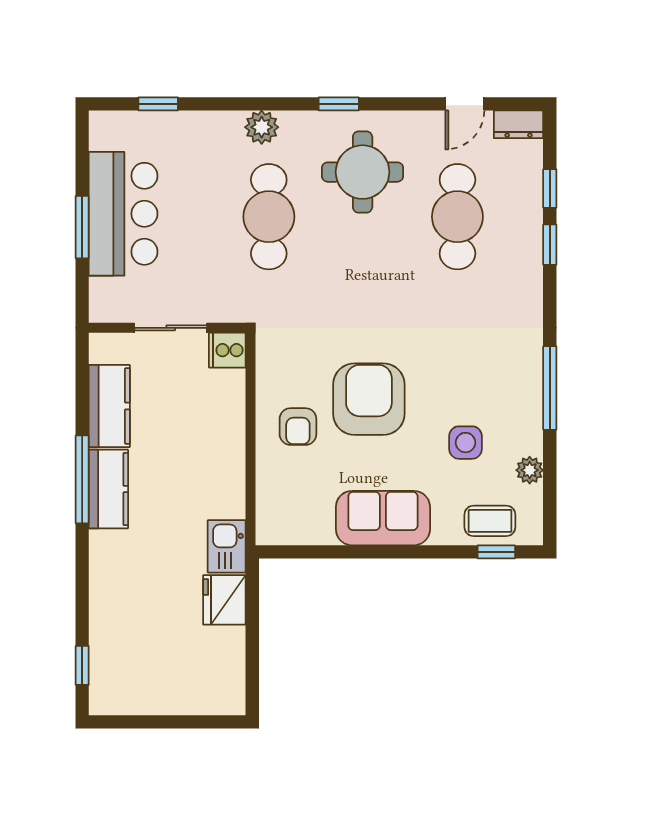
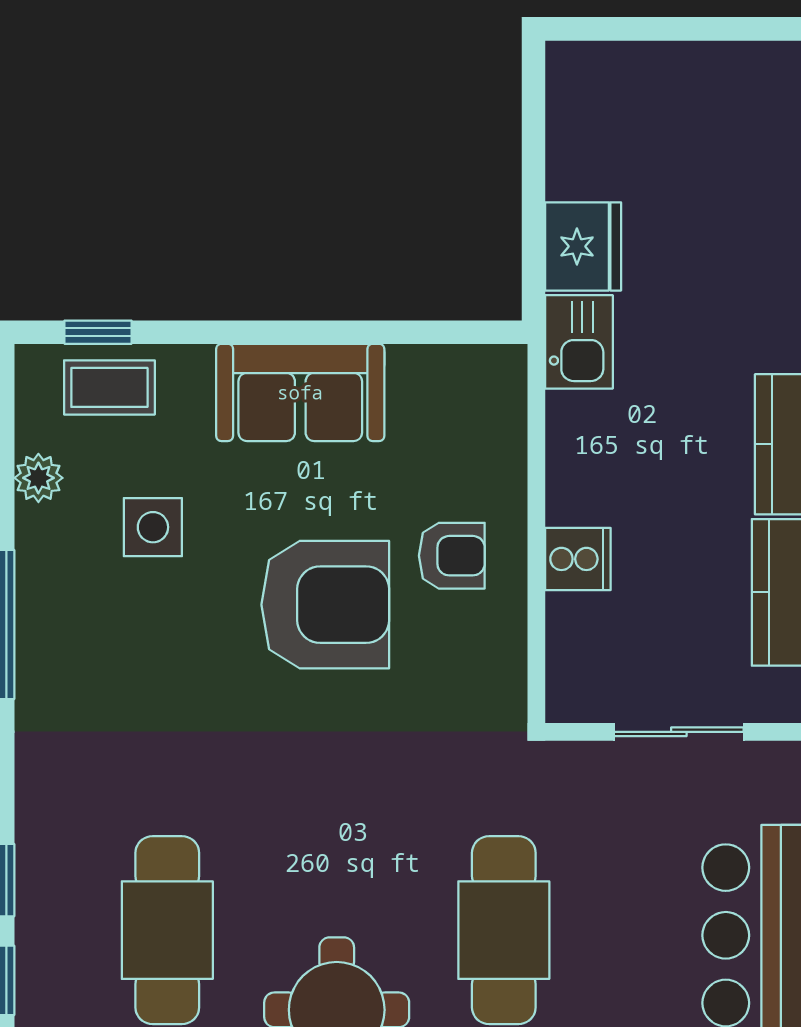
cooker: (227, 350) -> (578, 559), moved
armchair: (369, 399) -> (325, 605), turned -90
armchair: (298, 427) -> (452, 556), turned 90

